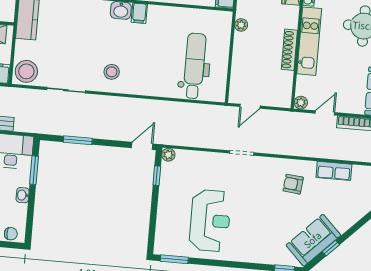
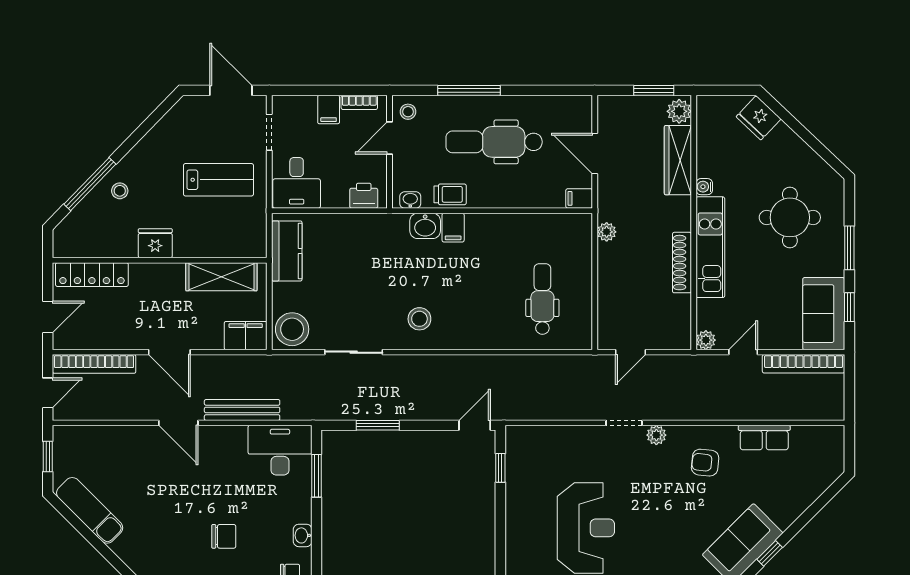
dental chair: (195, 66) -> (542, 299), width x0.73, depth x0.72
plant: (168, 155) -> (656, 435), moved
washbasin: (23, 195) -> (303, 535), moved

